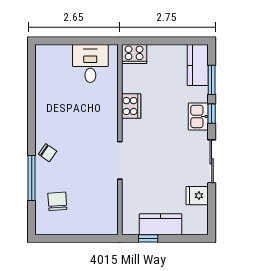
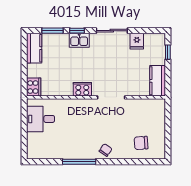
kitchen counter: (198, 65) -> (34, 48), moved, turned -90
cooker: (131, 106) -> (82, 89), moved
window: (32, 178) -> (79, 162), moved
kitchen counter: (161, 224) -> (158, 81), moved
window: (148, 238) -> (168, 52), moved

